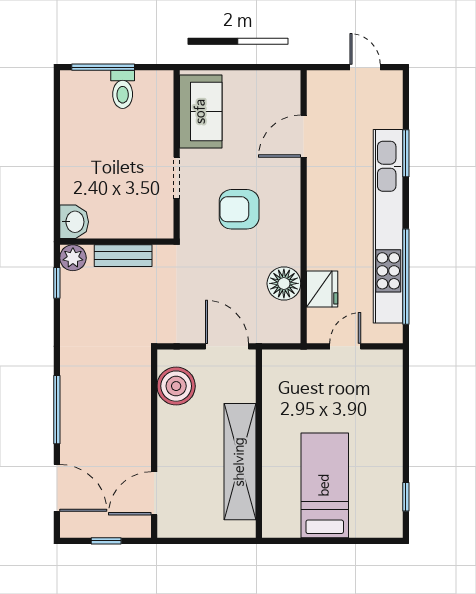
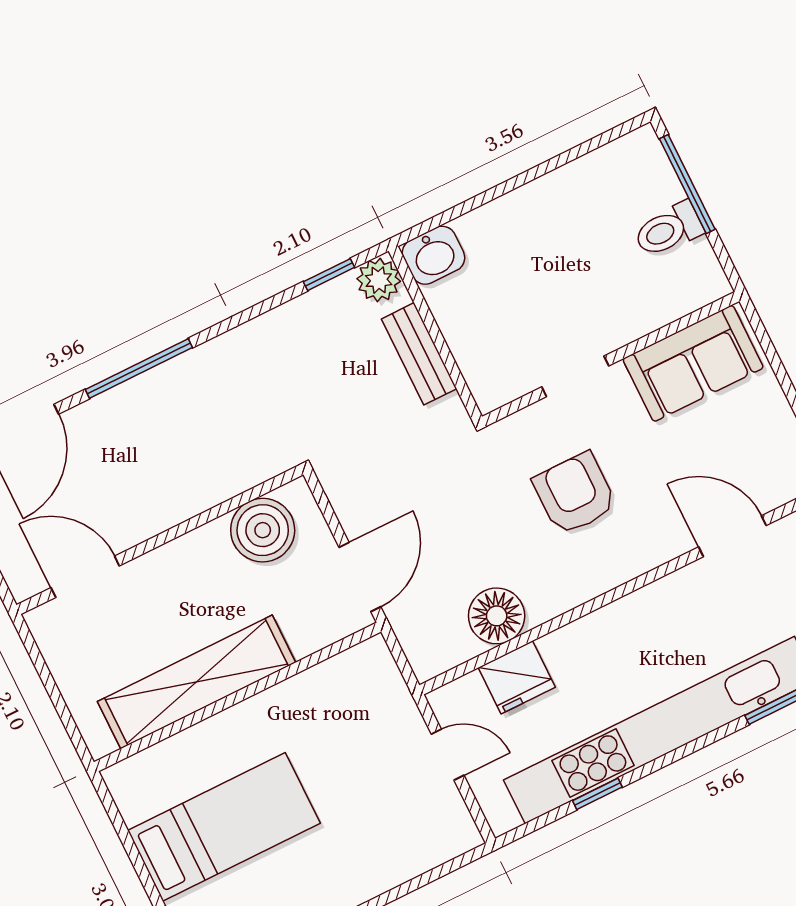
window: (406, 277) -> (597, 794), width x0.32

